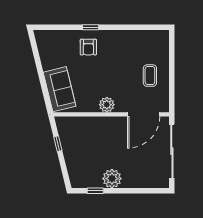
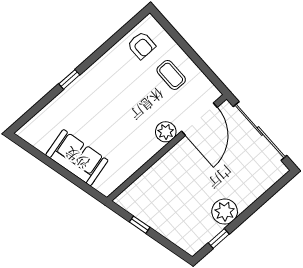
armchair: (88, 47) -> (141, 45), moved
sofa: (60, 89) -> (77, 158), moved
plant: (107, 105) -> (166, 132), moved

